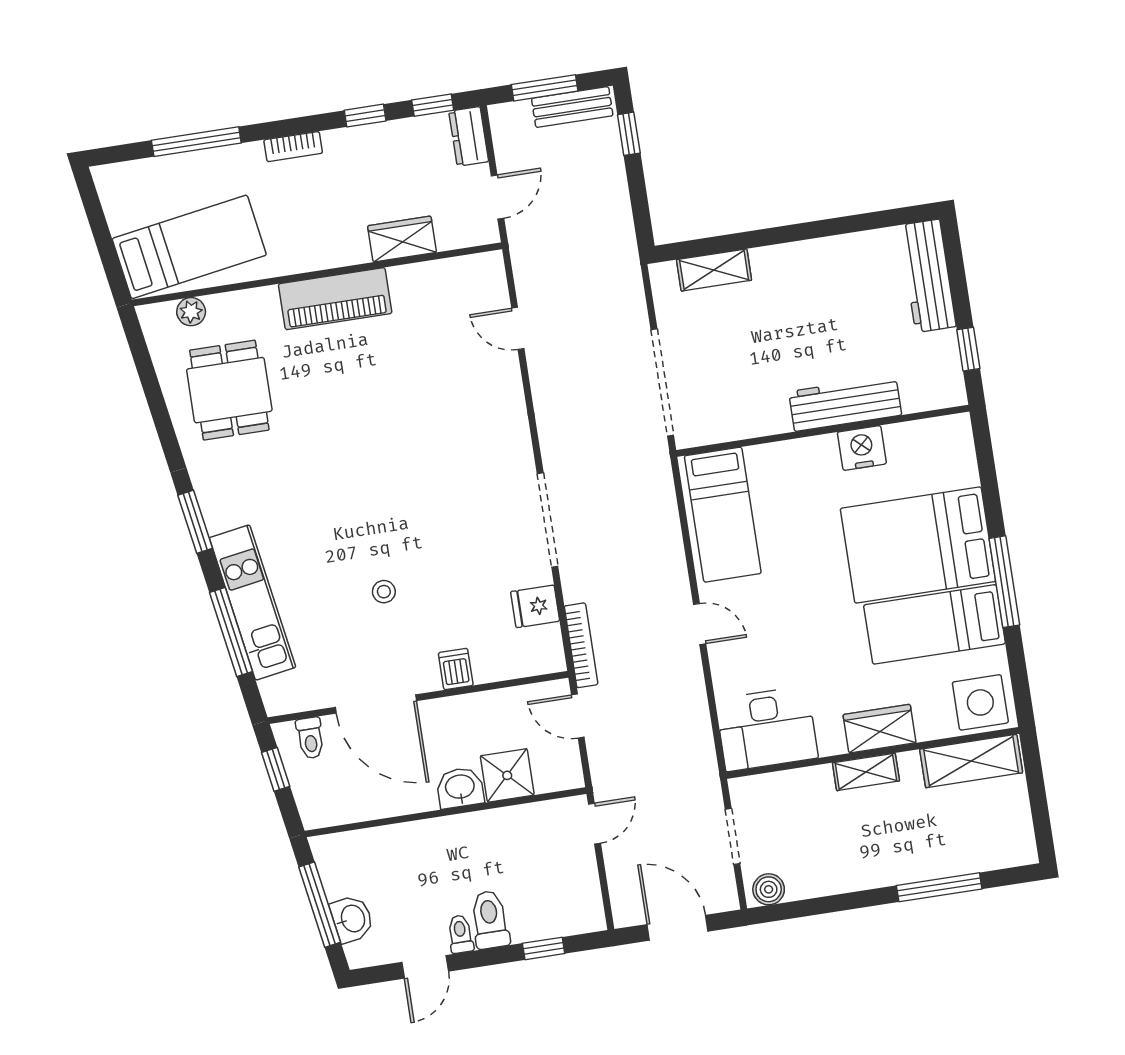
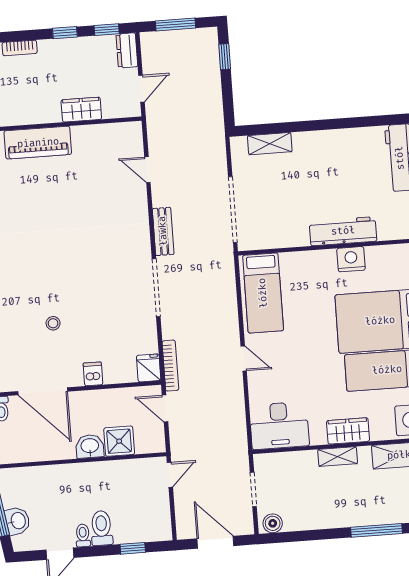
bench: (572, 107) -> (163, 231), moved, turned 90
fridge: (535, 606) -> (149, 368), moved, turned 90

